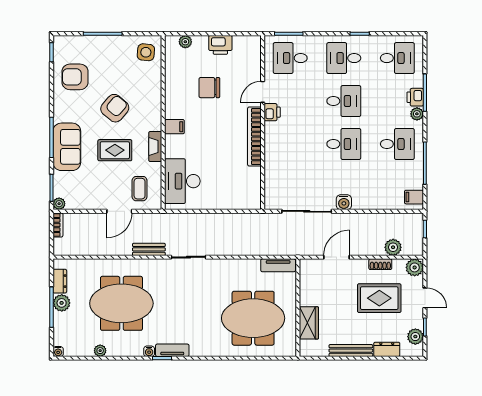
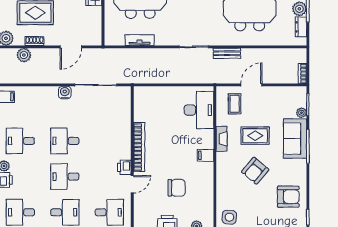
plant: (59, 204) -> (301, 113), moved
tv unit: (278, 265) -> (140, 40), moved

